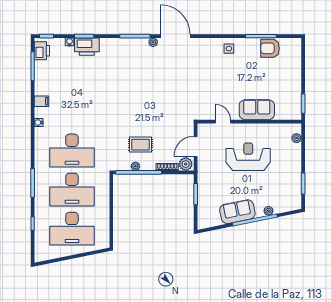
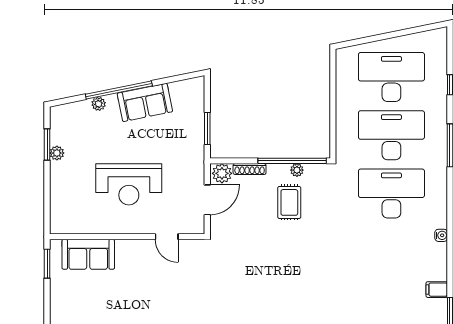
filing cabinet: (42, 101) -> (437, 290), moved
sofa: (257, 110) -> (88, 254), moved
plant: (296, 138) -> (57, 153), moved
rug: (141, 145) -> (289, 202), turned 90

